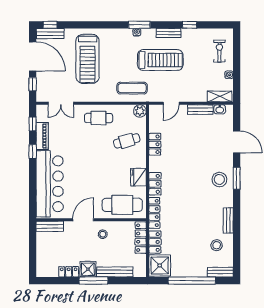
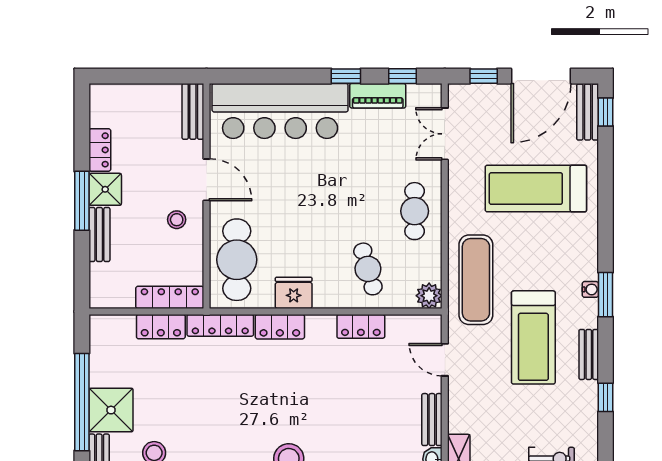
exercise mat: (132, 88) -> (476, 280), width x1.36, depth x1.45
shower: (160, 265) -> (111, 410), moved
bench: (115, 272) -> (99, 235), width x0.73

